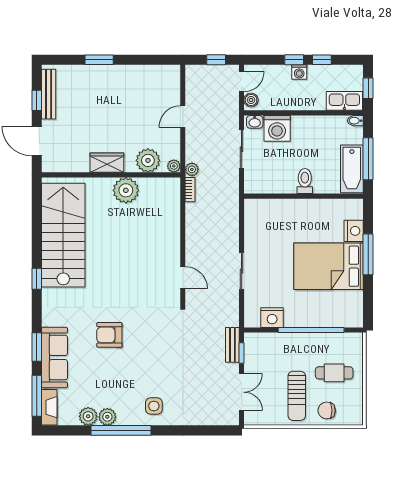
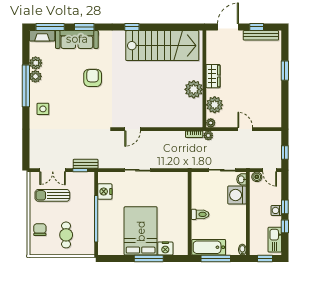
kitchen sink: (344, 101) -> (275, 240), moved, turned 180
sun lounger: (297, 396) -> (52, 195), moved

